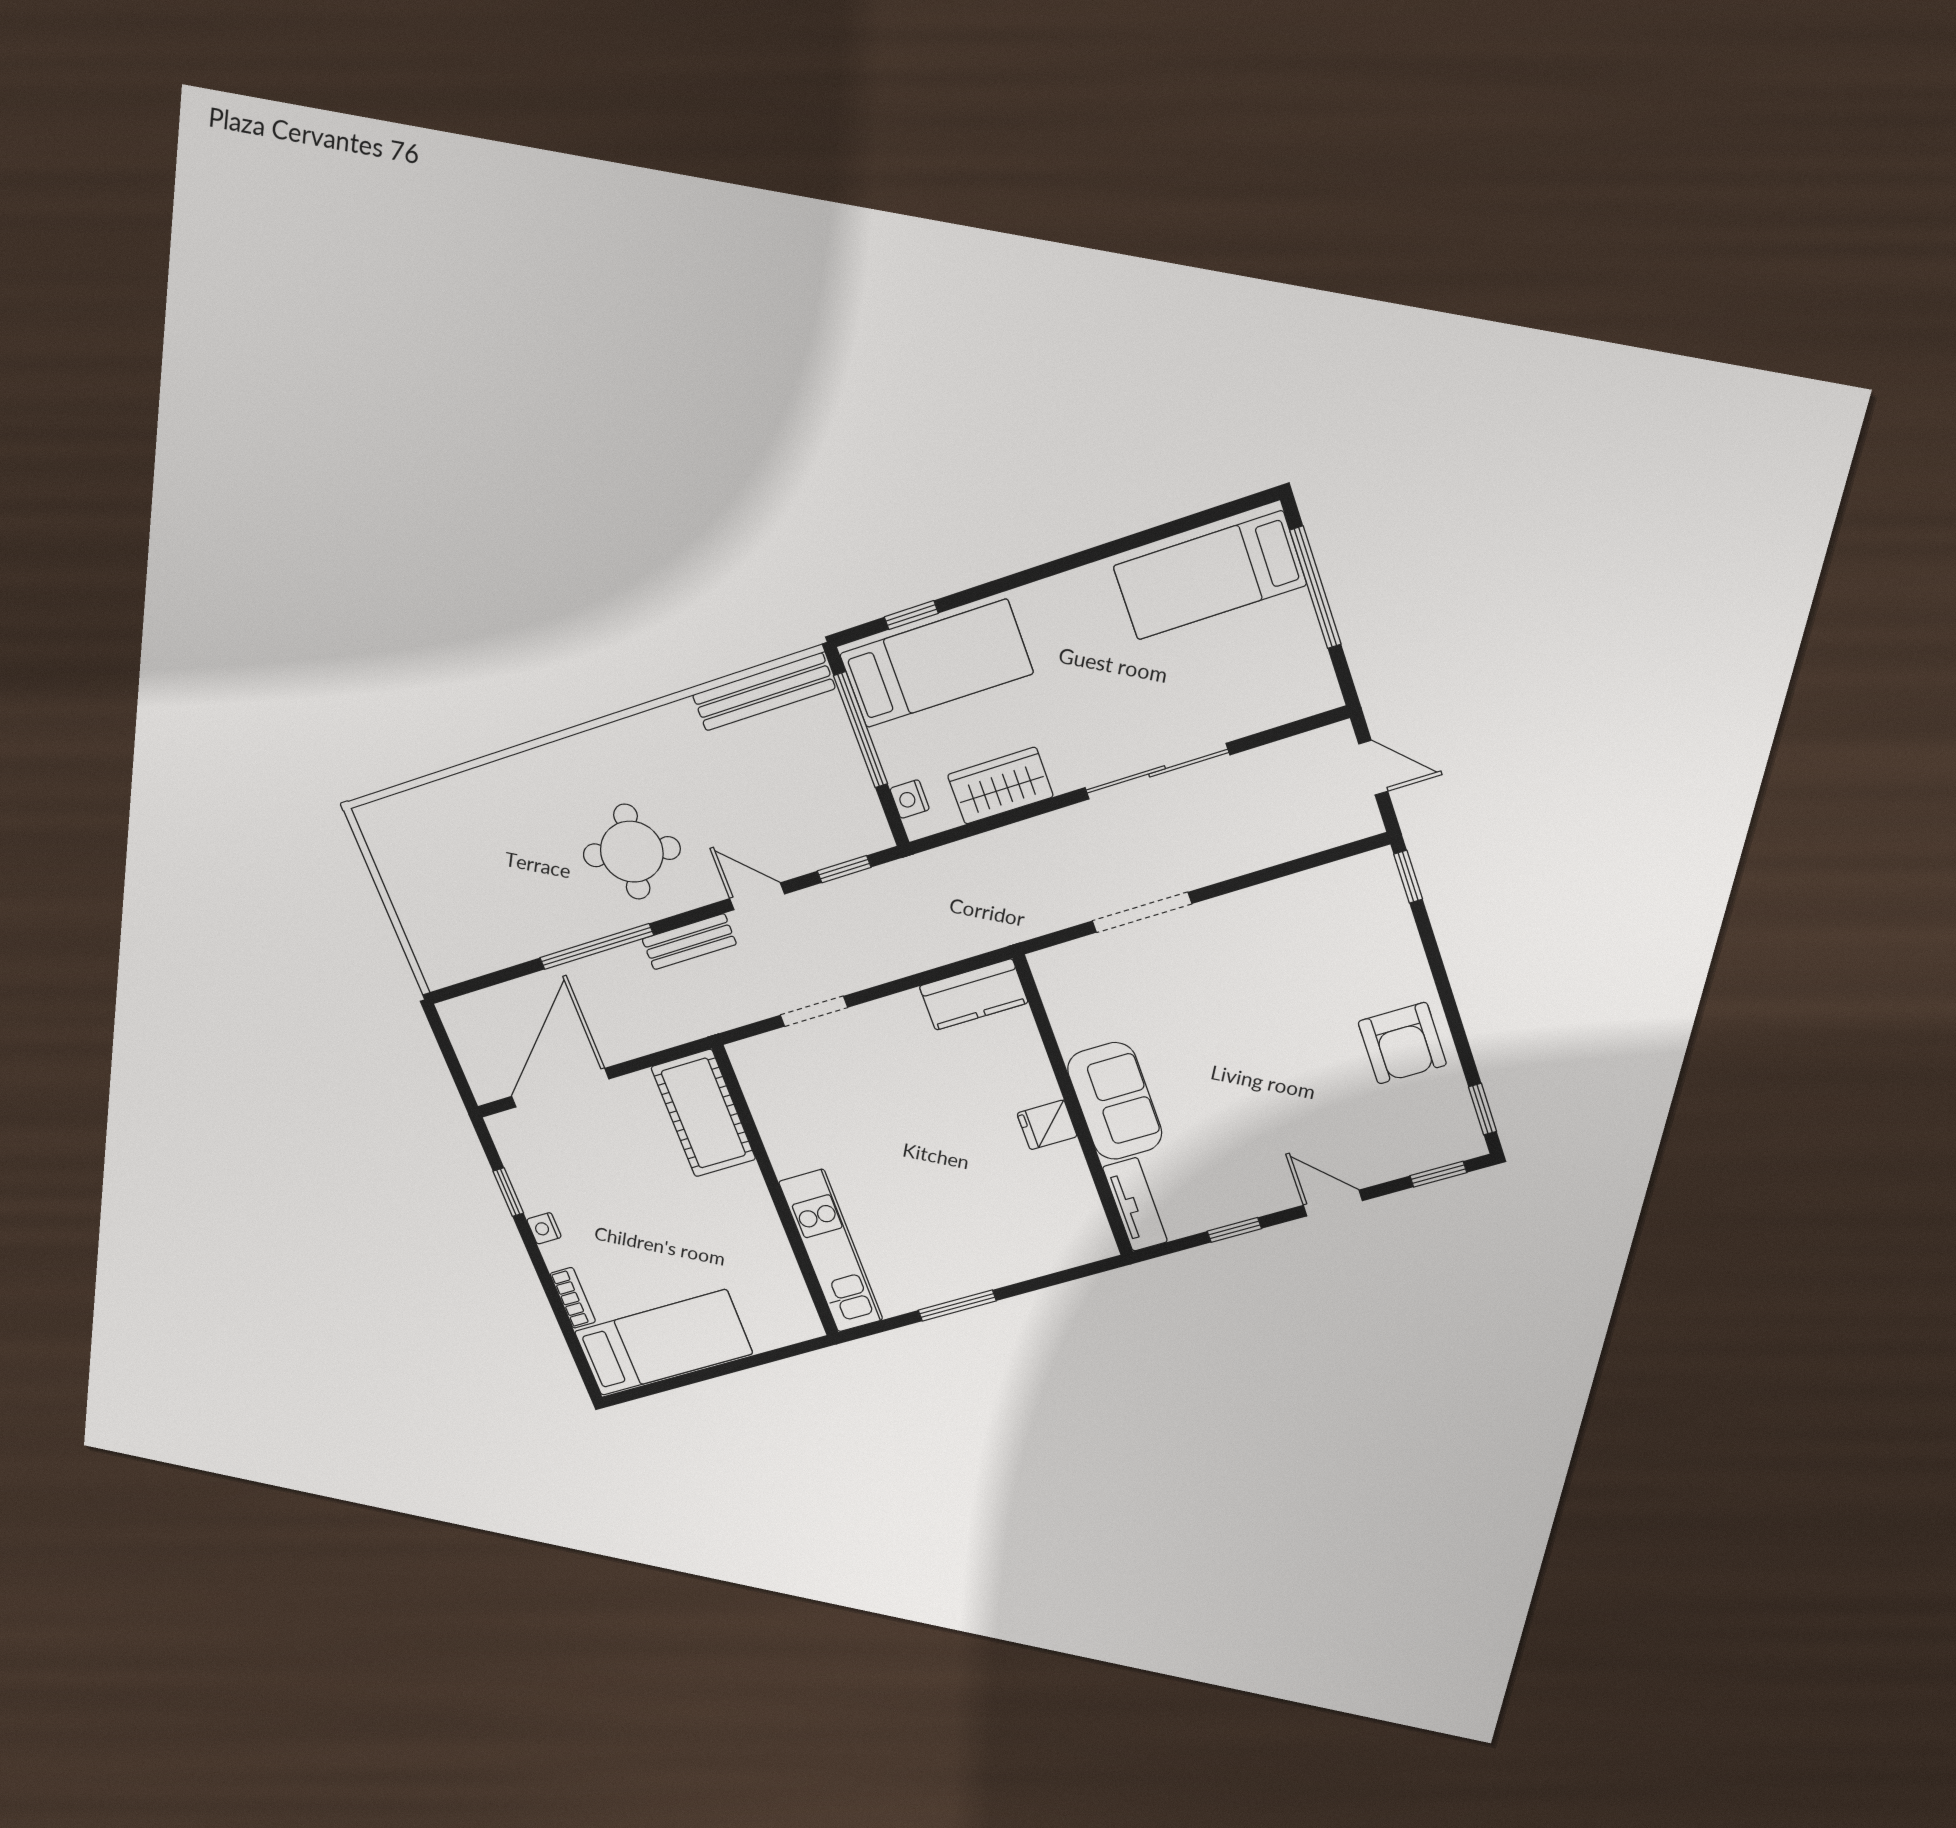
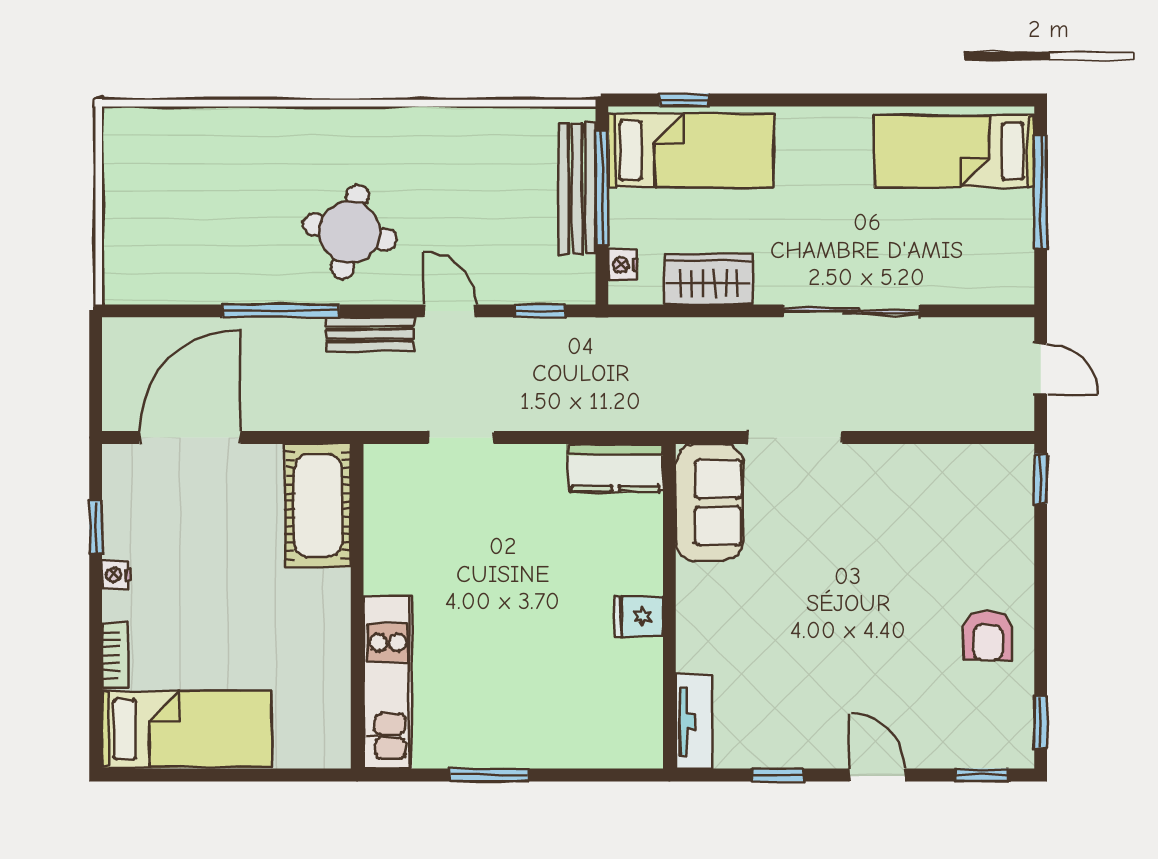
bench: (764, 692) -> (577, 189), moved, turned 90
armchair: (1402, 1043) -> (988, 636), width x0.72, depth x0.72
sofa: (1115, 1101) -> (709, 502), moved

